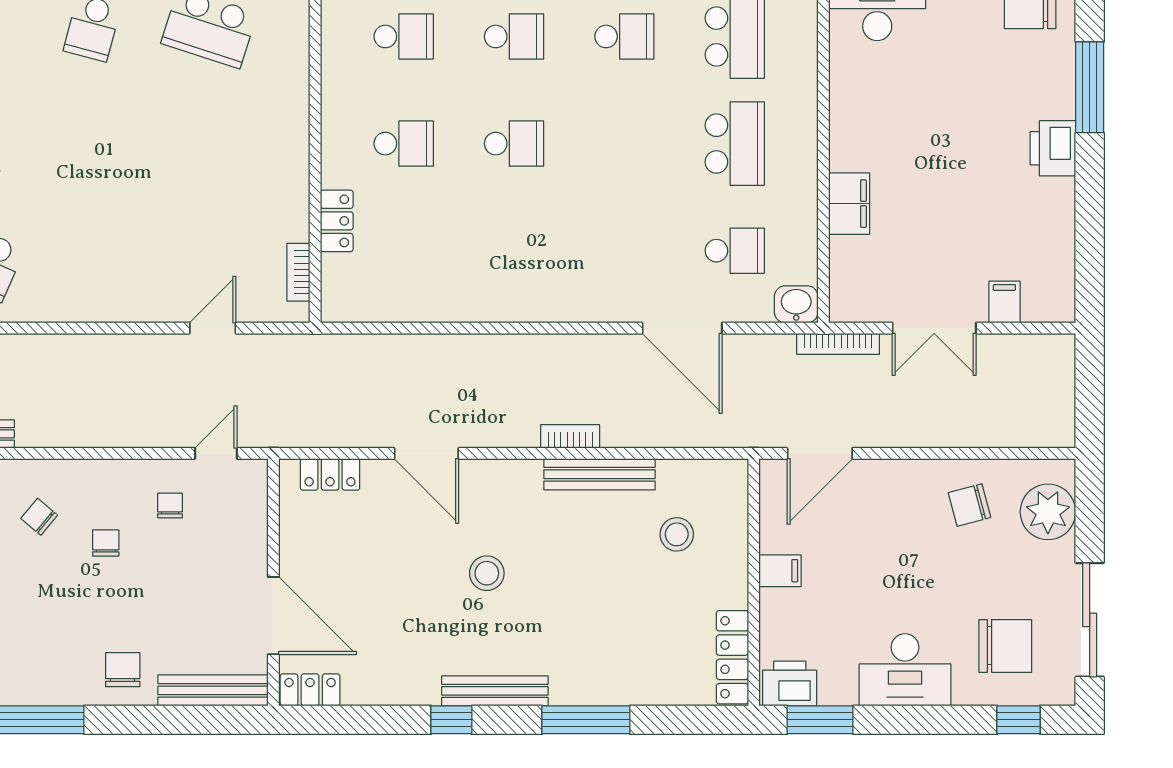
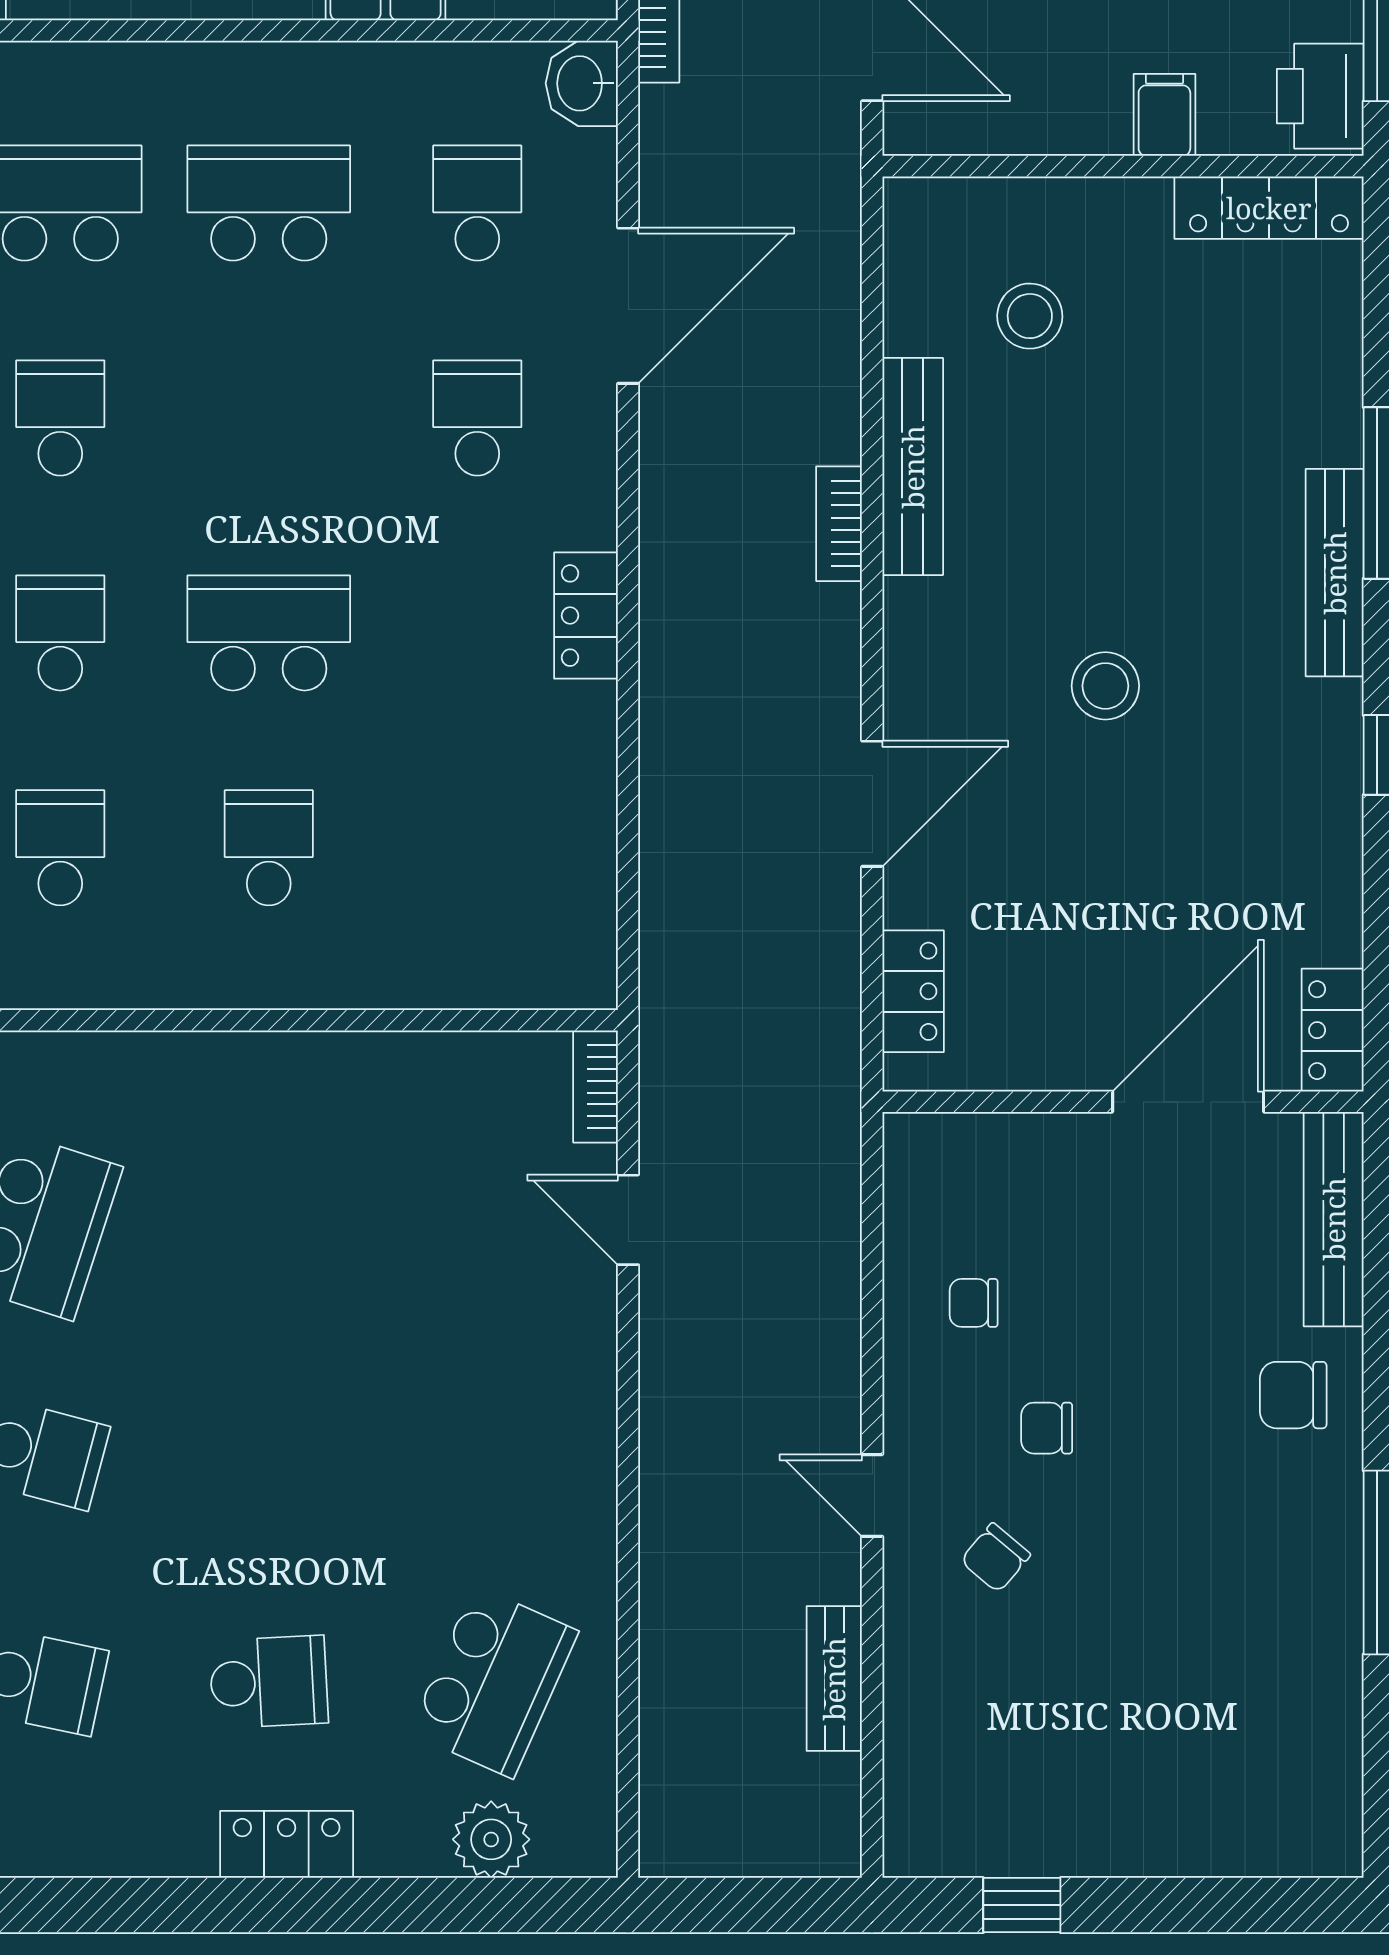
school desk: (514, 144) -> (269, 633), width x1.85
locker: (337, 221) -> (586, 616), moved, turned -90
school desk: (624, 251) -> (477, 418), added
bookcase: (298, 272) -> (595, 1087), moved, turned 90
door: (216, 453) -> (872, 1495), moved
filing cabinet: (780, 571) -> (1164, 115), moved
bench: (495, 691) -> (1335, 573), moved

